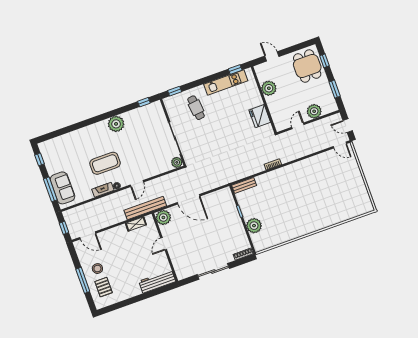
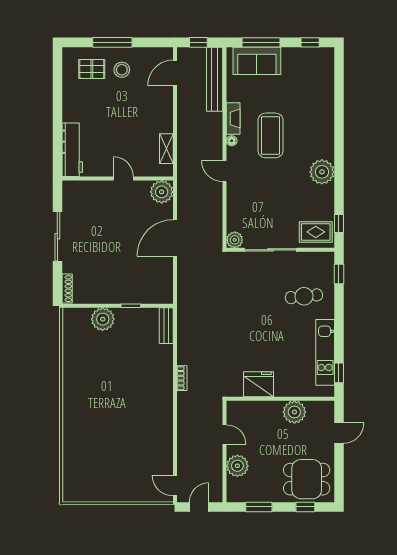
rug: (154, 115) -> (316, 232), added
door: (340, 145) -> (175, 486), hinge flipped
bench: (145, 208) -> (215, 79), moved

